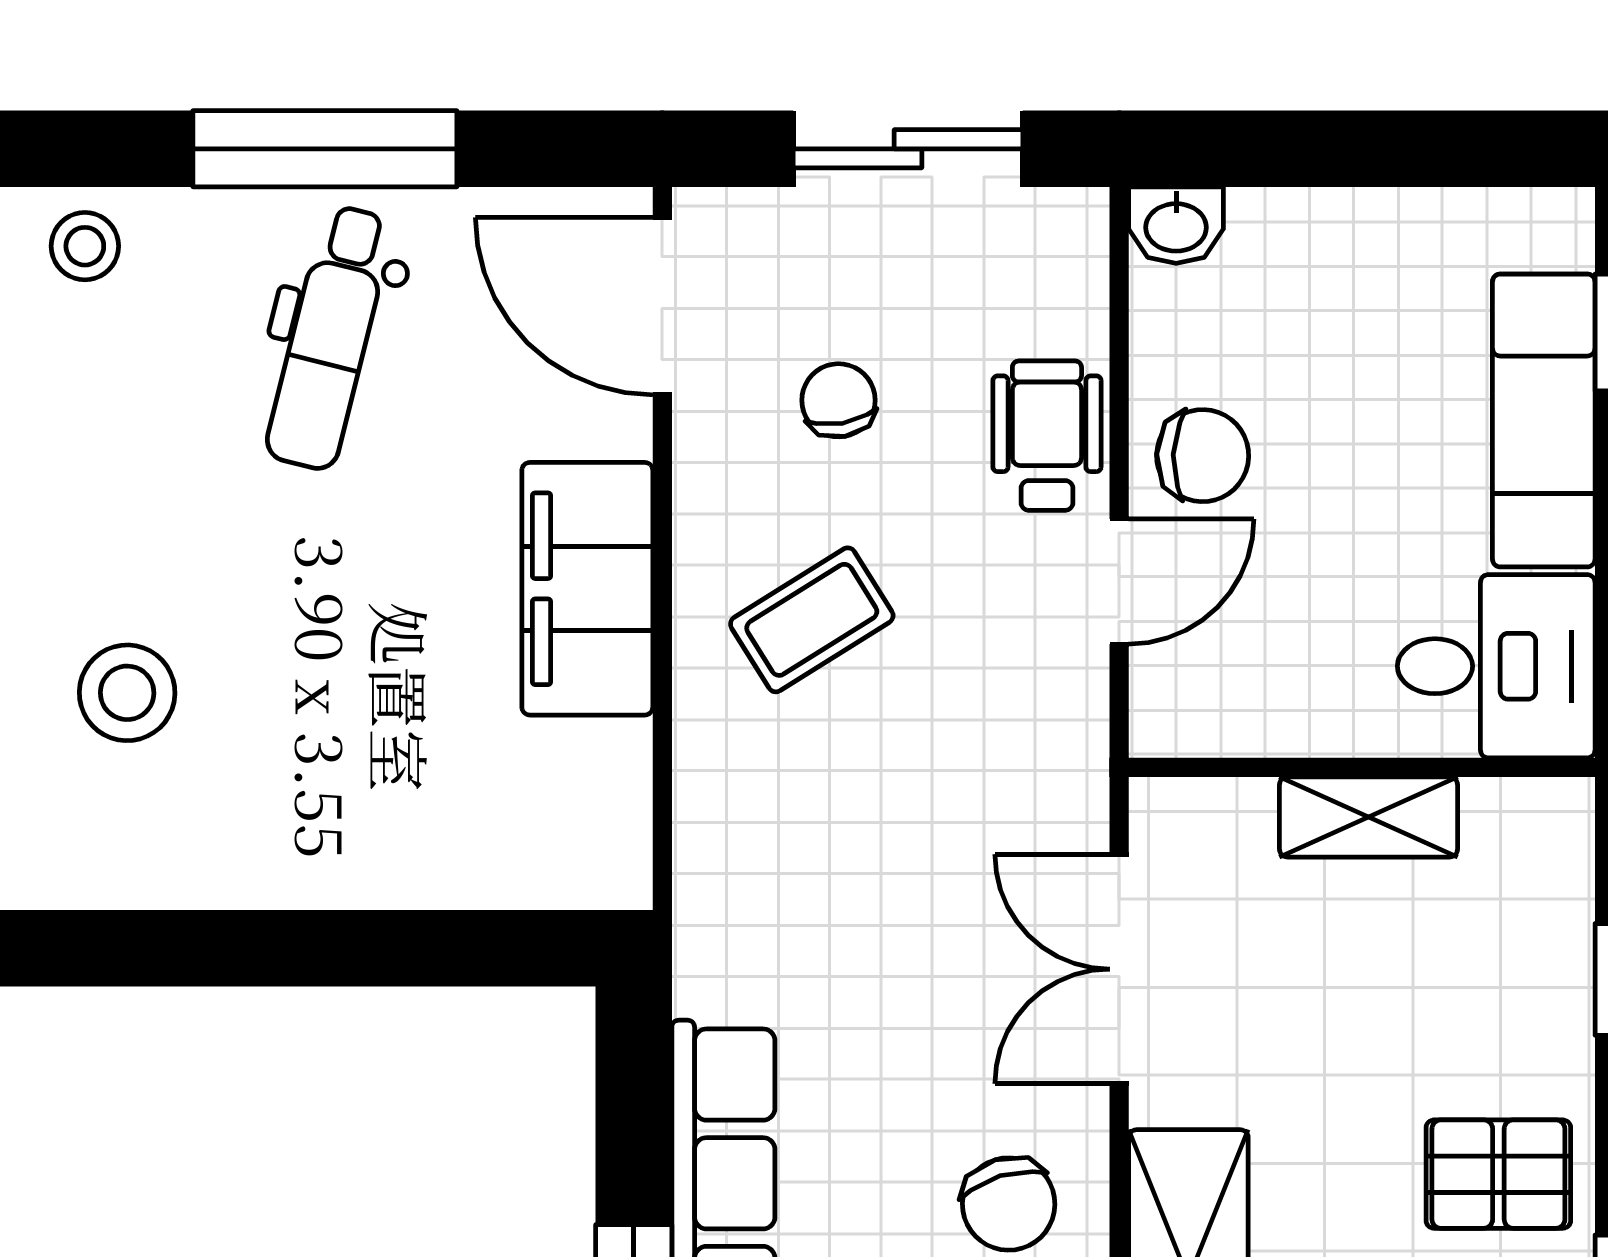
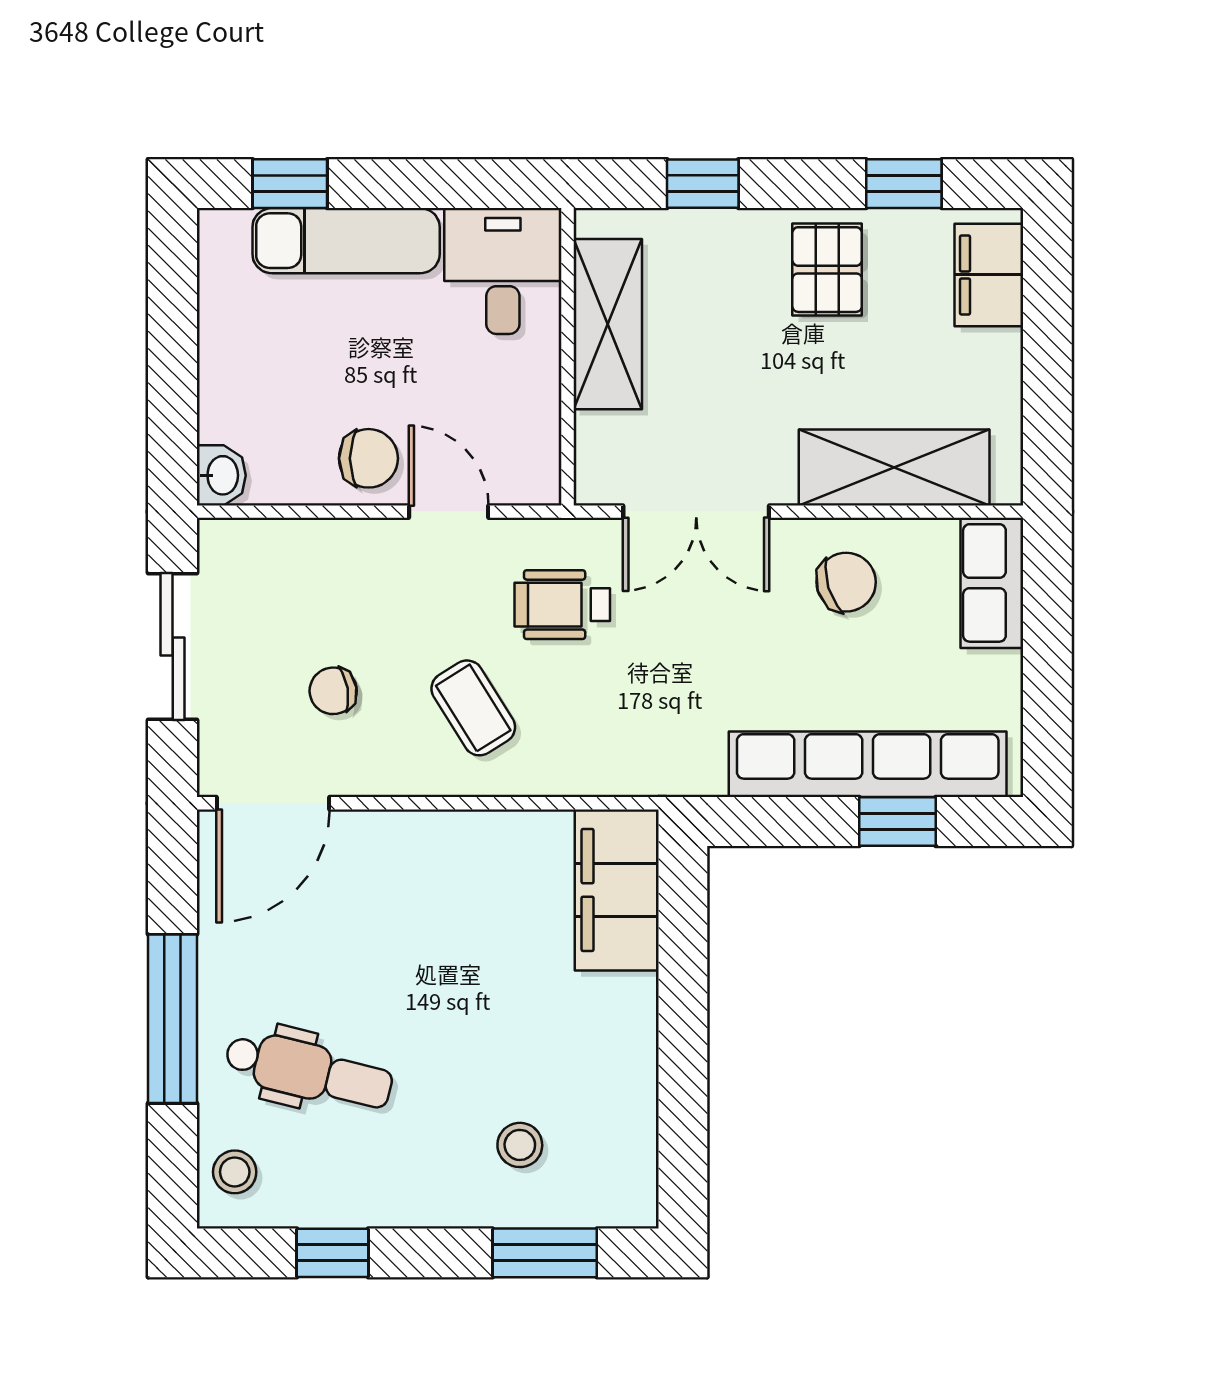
dental chair: (329, 338) -> (309, 1071), moved
wheelchair: (1047, 436) -> (562, 605), moved
chair: (1203, 456) -> (368, 458), turned 88
filing cabinet: (587, 589) -> (617, 890), moved, turned 90
stool: (127, 693) -> (520, 1145), width x0.73, depth x0.73
shelving: (1369, 817) -> (608, 324), width x1.50, depth x1.33

